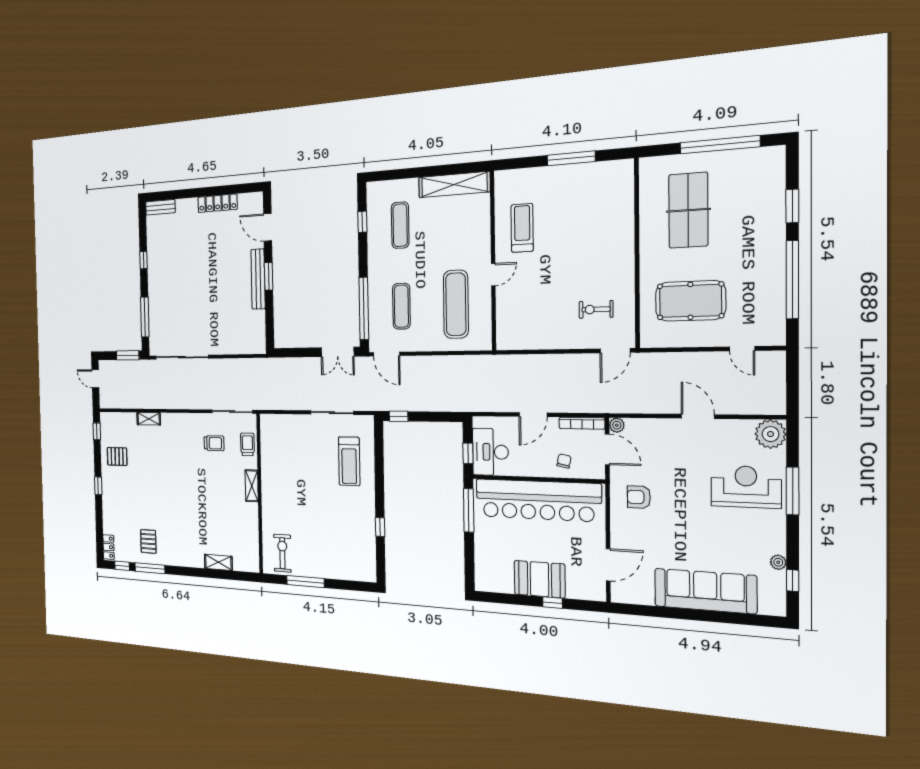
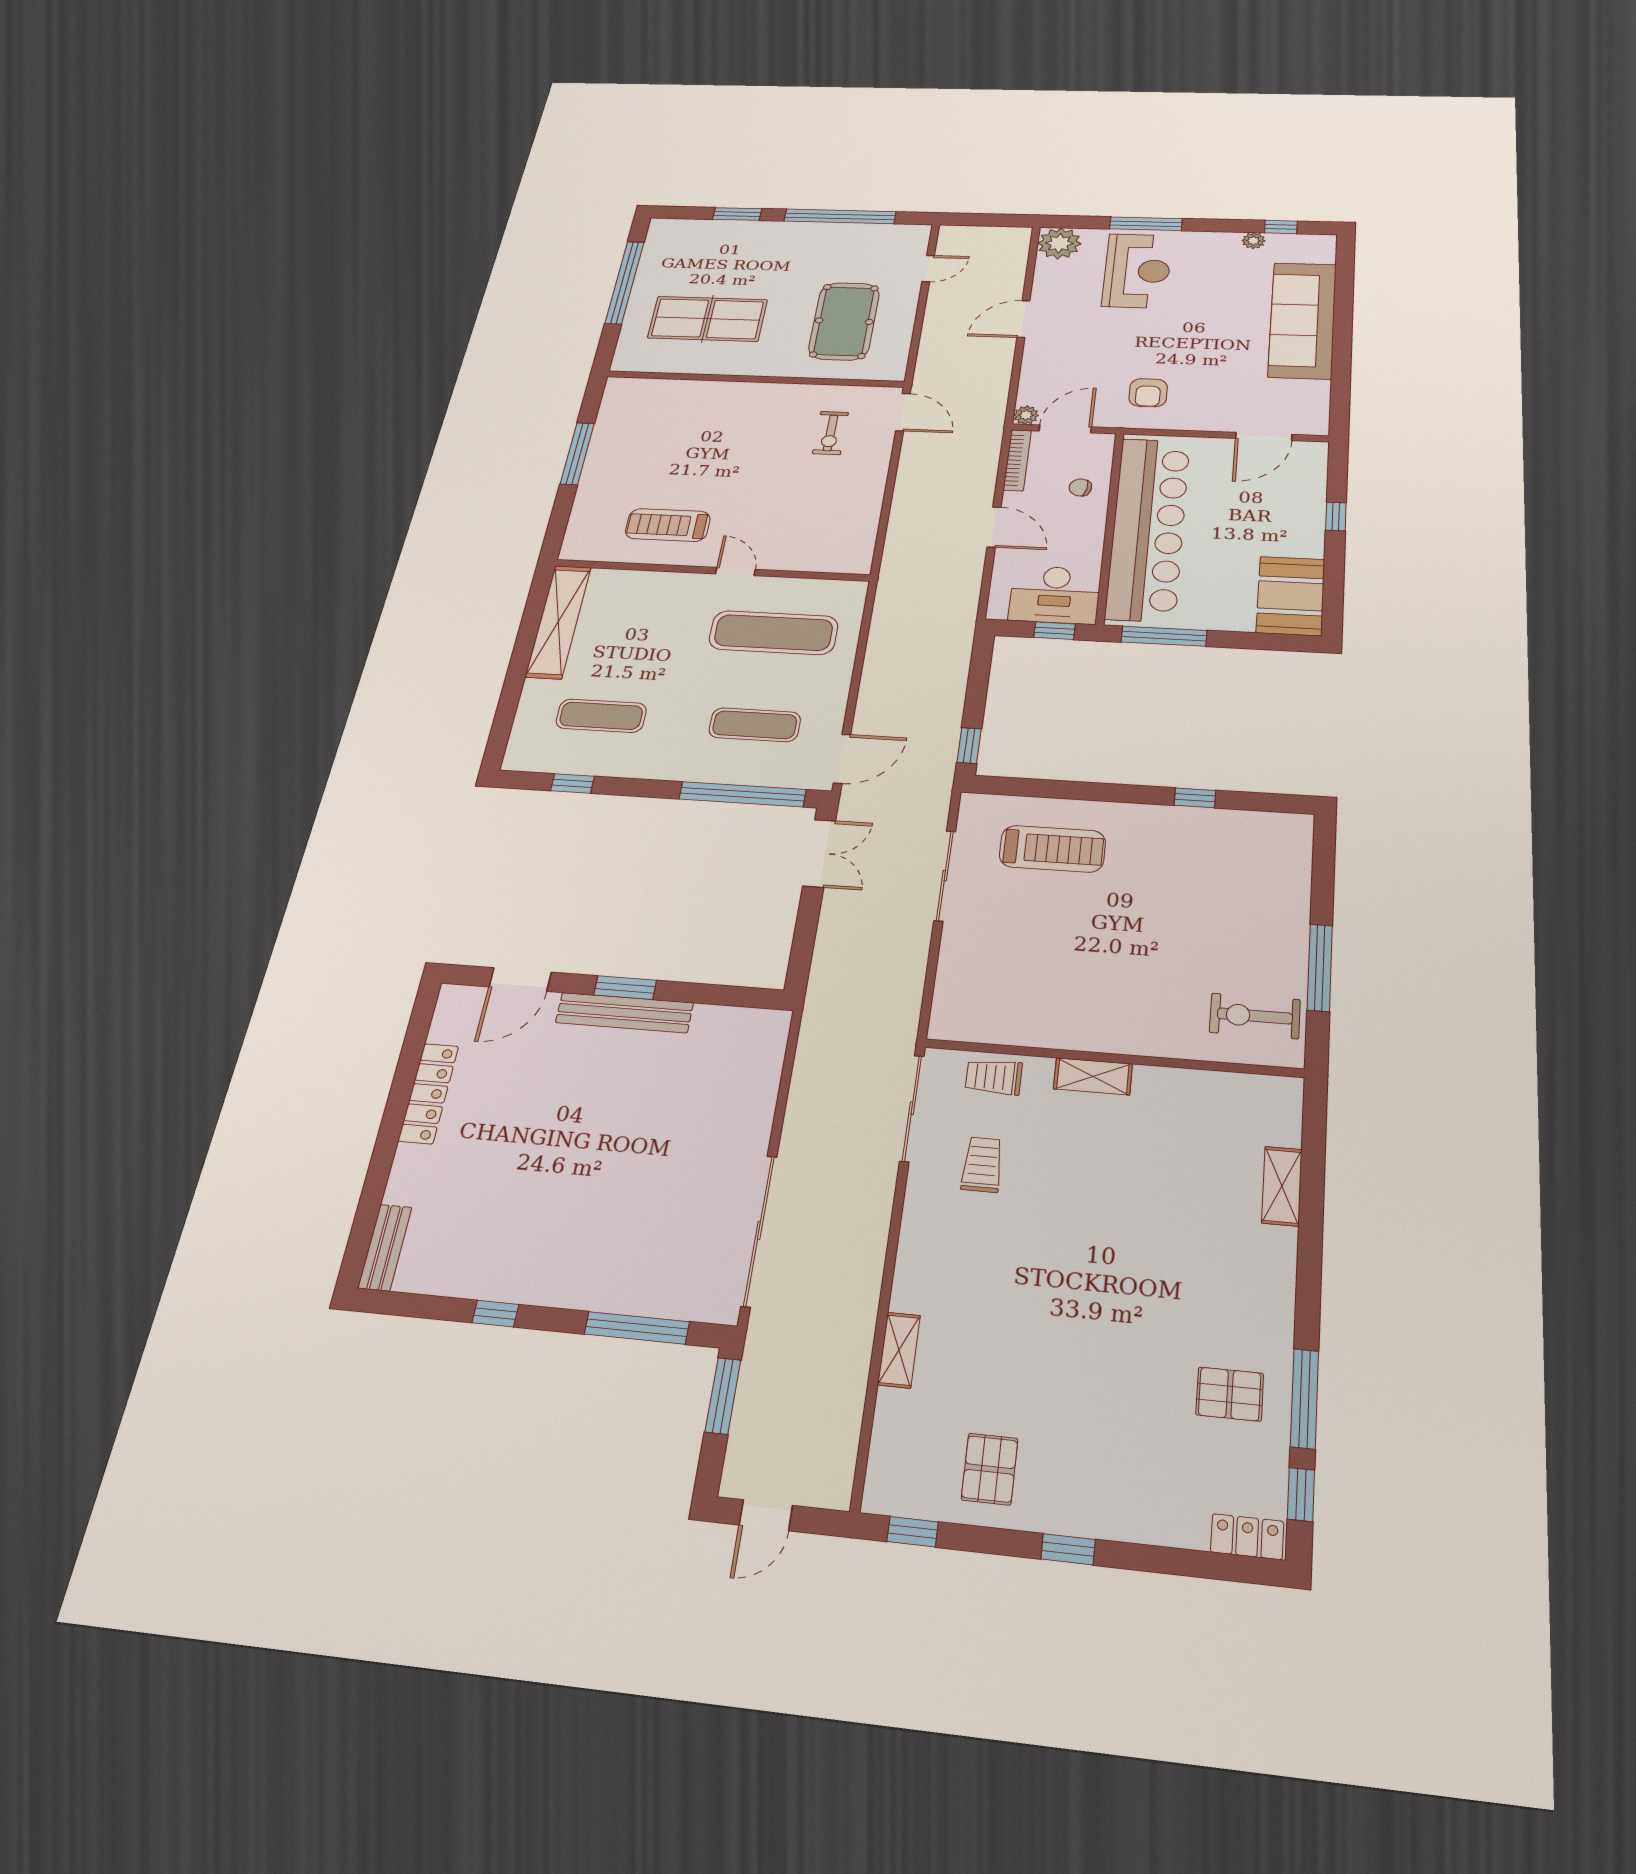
reception desk: (746, 487) -> (1137, 271), turned 180
door: (608, 565) -> (1264, 436), swing flipped
booth: (540, 579) -> (1291, 596), moved

